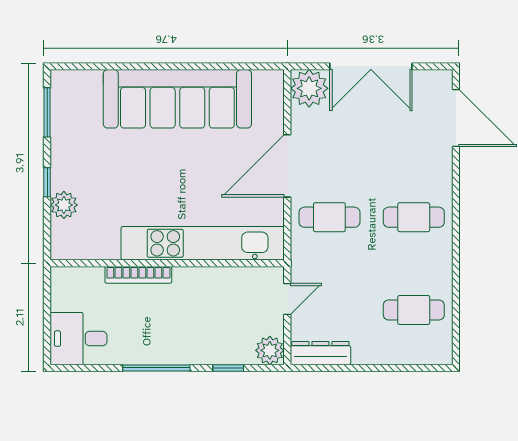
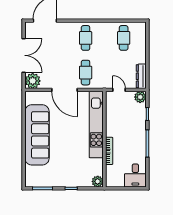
plant: (64, 205) -> (98, 181), moved

